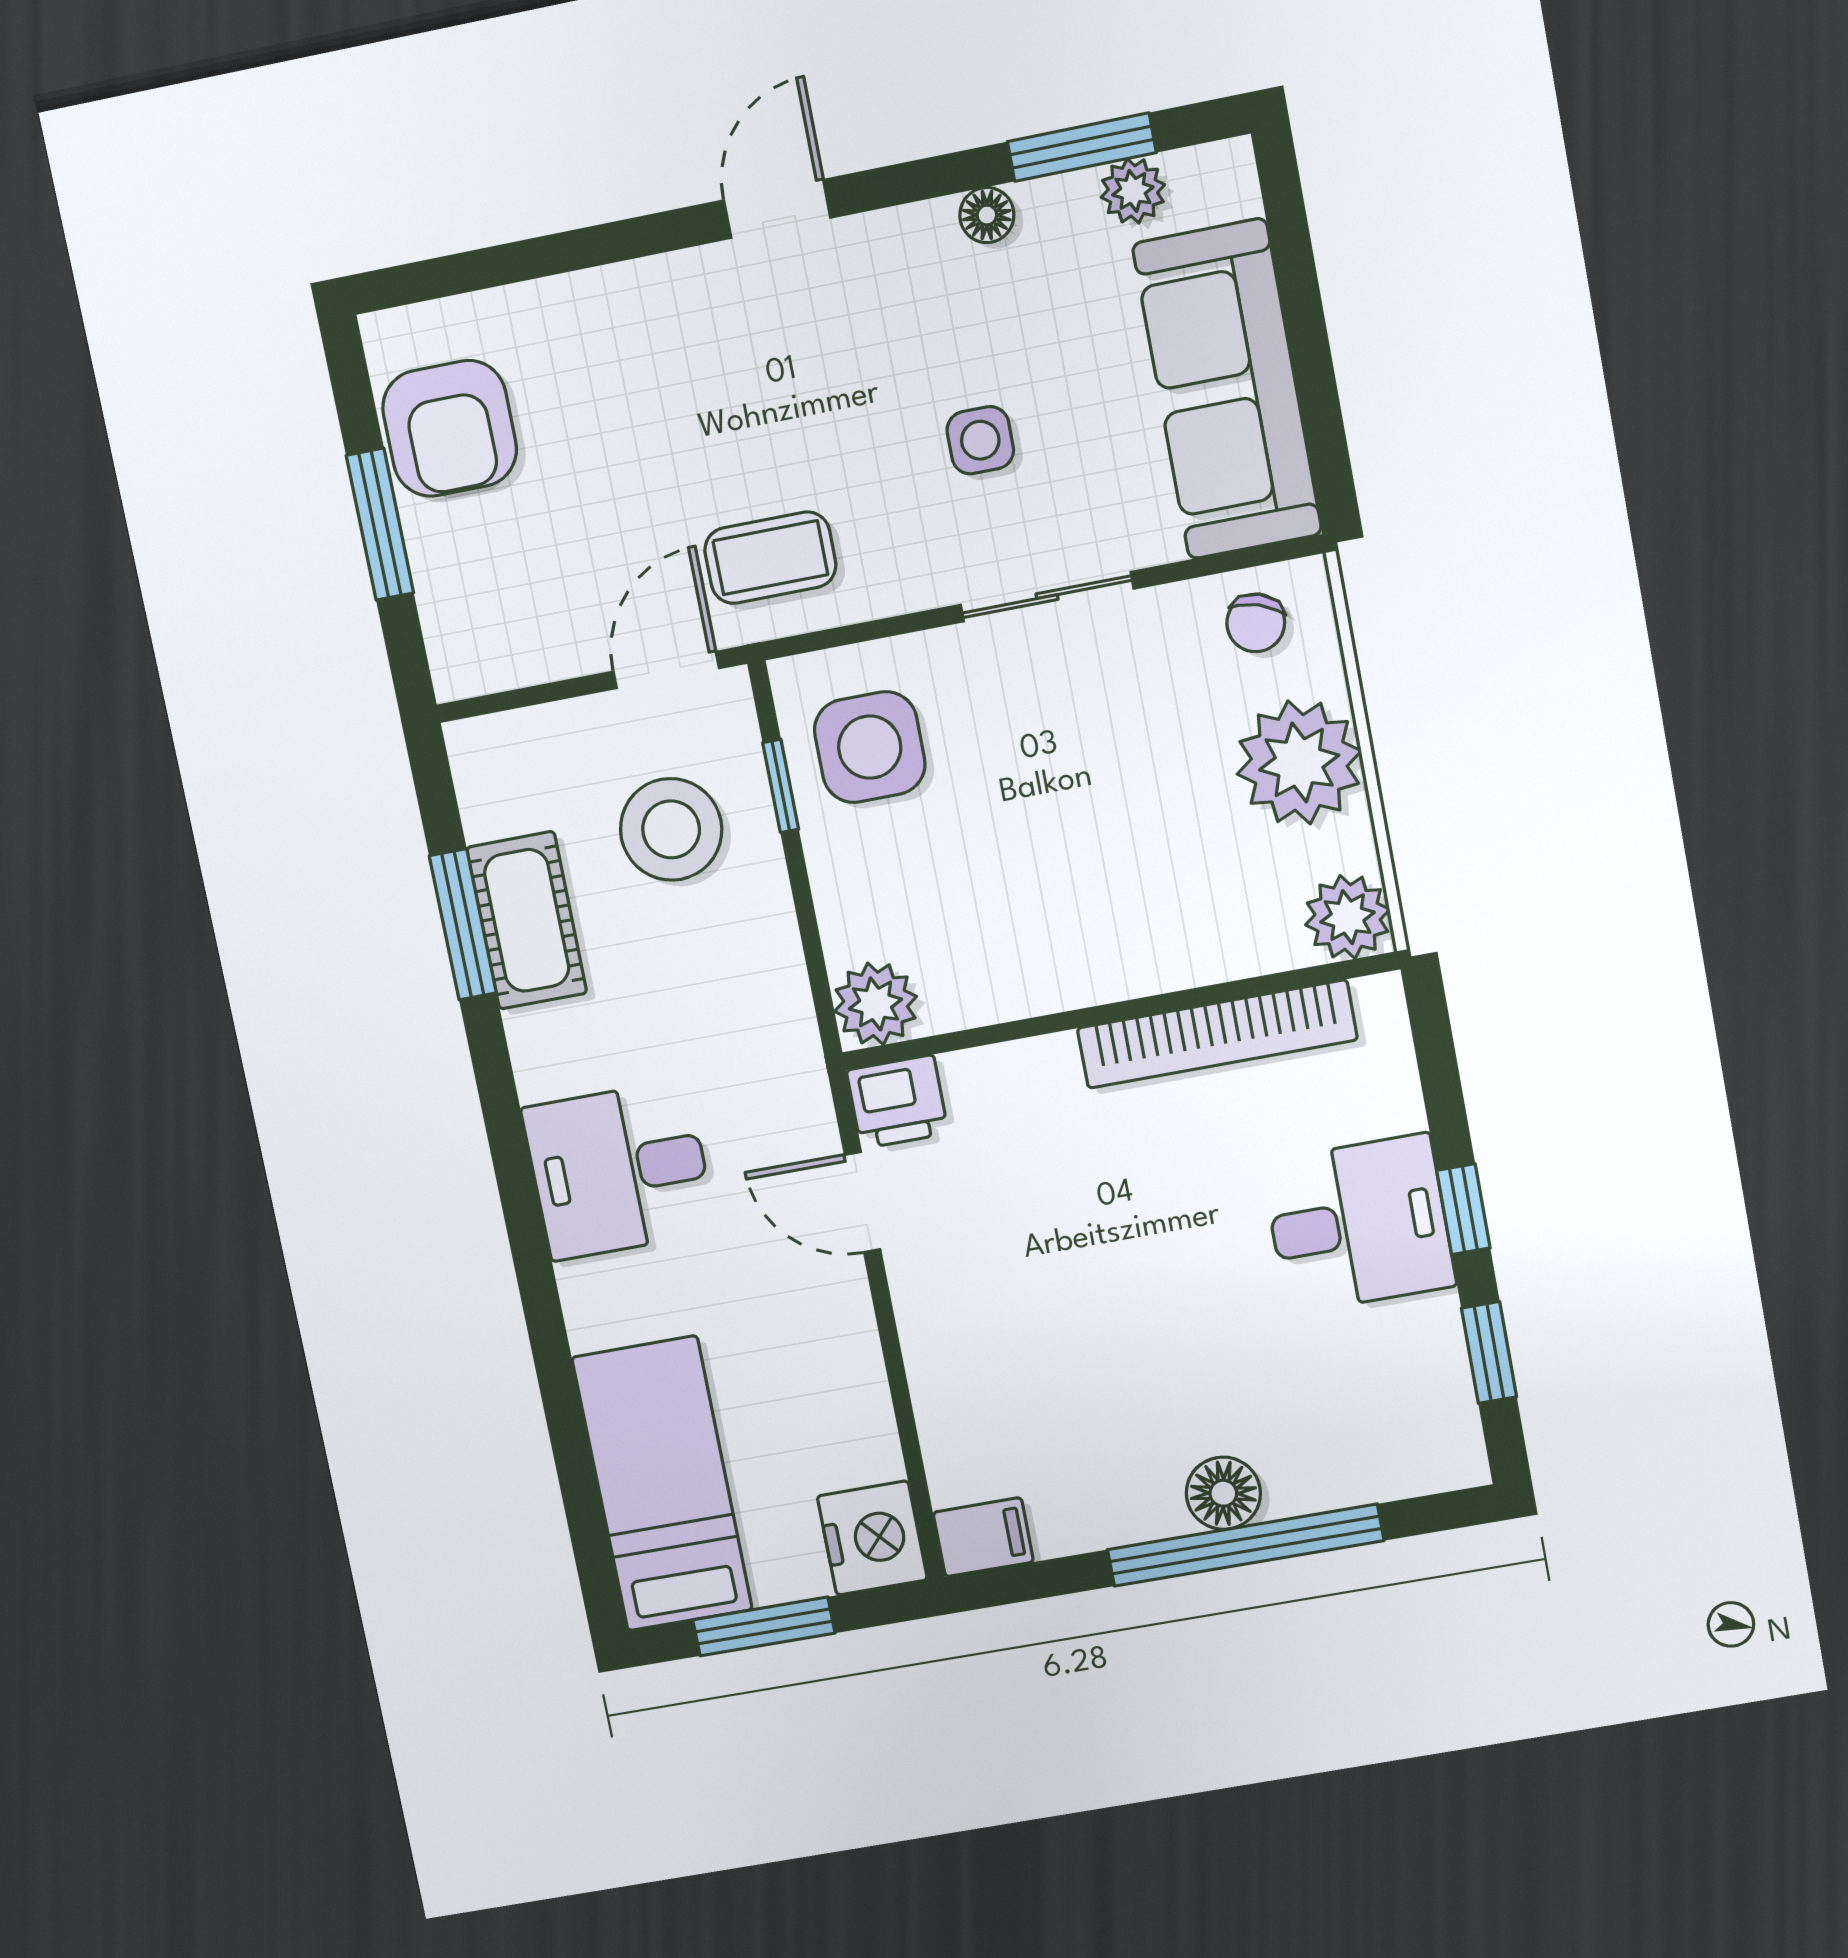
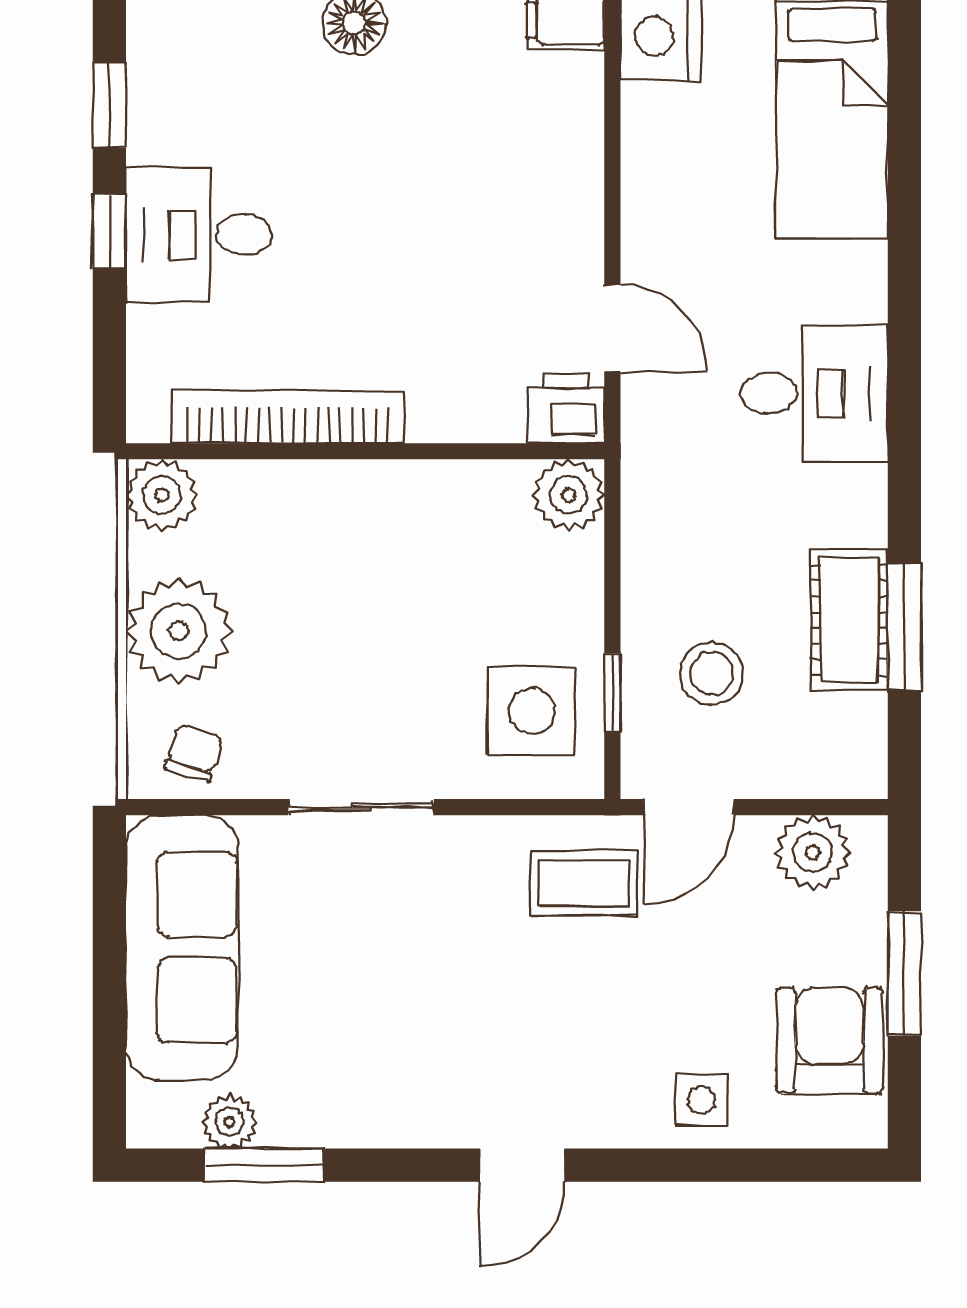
floor lamp: (987, 215) -> (352, 1126), removed
side table: (980, 440) -> (702, 1100), moved
plant: (514, 645) -> (812, 852), added
stool: (671, 829) -> (712, 674), width x0.73, depth x0.73

